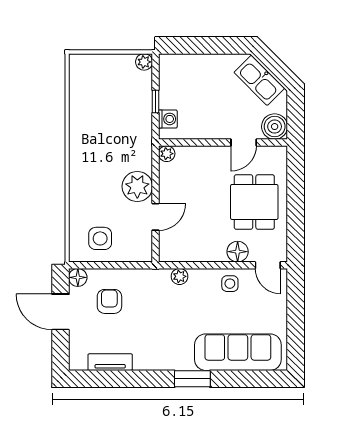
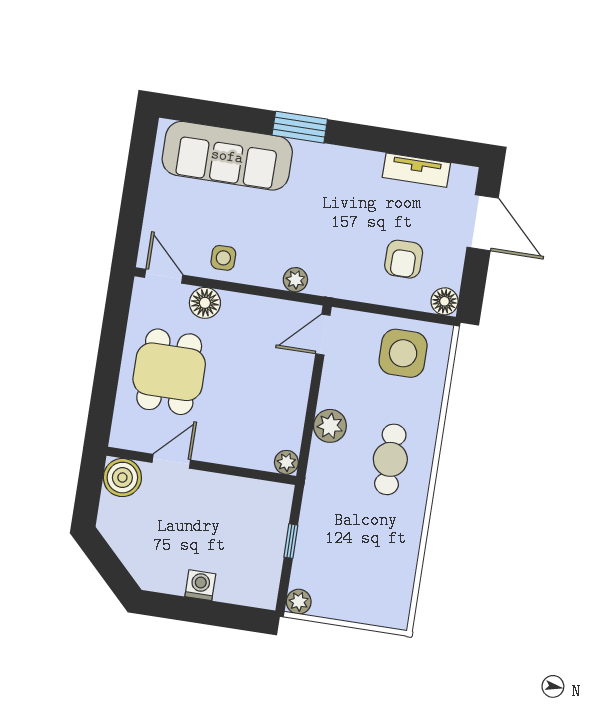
kitchen sink: (259, 80) -> (134, 549), removed
washing machine: (168, 119) -> (200, 585), moved, turned 90
cafe table: (98, 166) -> (390, 459), added
plant: (137, 186) -> (330, 426), width x0.73, depth x0.73
door: (156, 217) -> (323, 335), moved
side table: (100, 238) -> (403, 353), width x1.37, depth x1.37
door: (60, 312) -> (483, 223), moved

